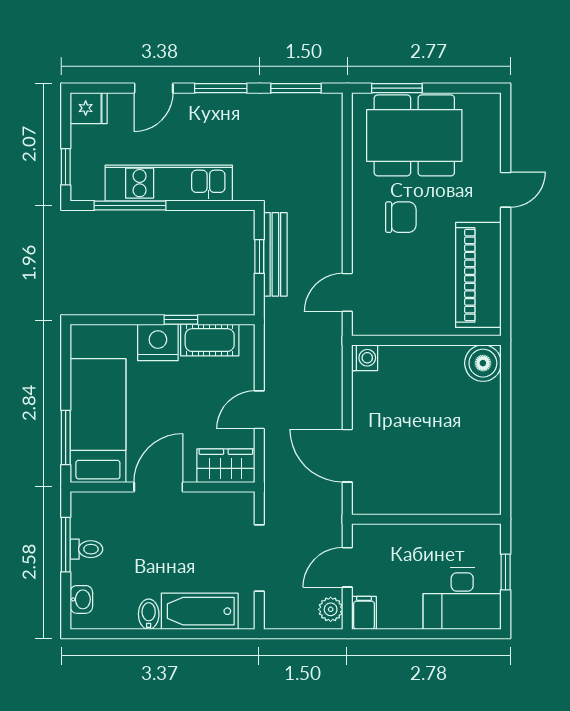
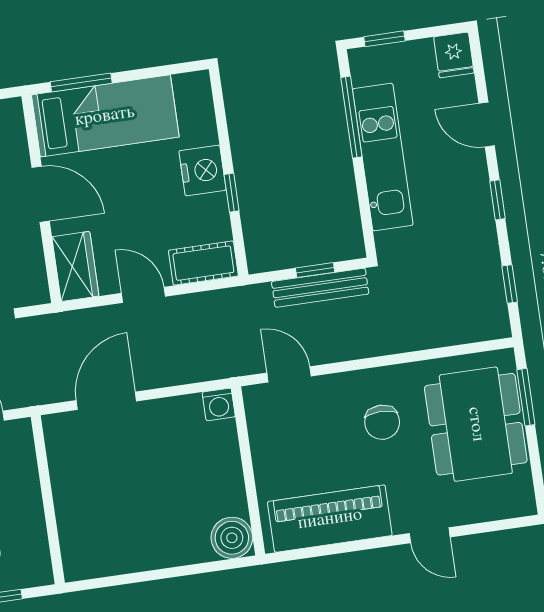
window: (221, 88) -> (497, 200), width x0.67
window: (296, 88) -> (510, 284), width x0.67
cot: (210, 340) -> (203, 263), moved, turned 90

